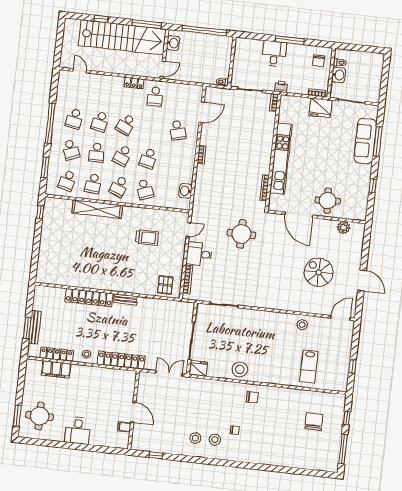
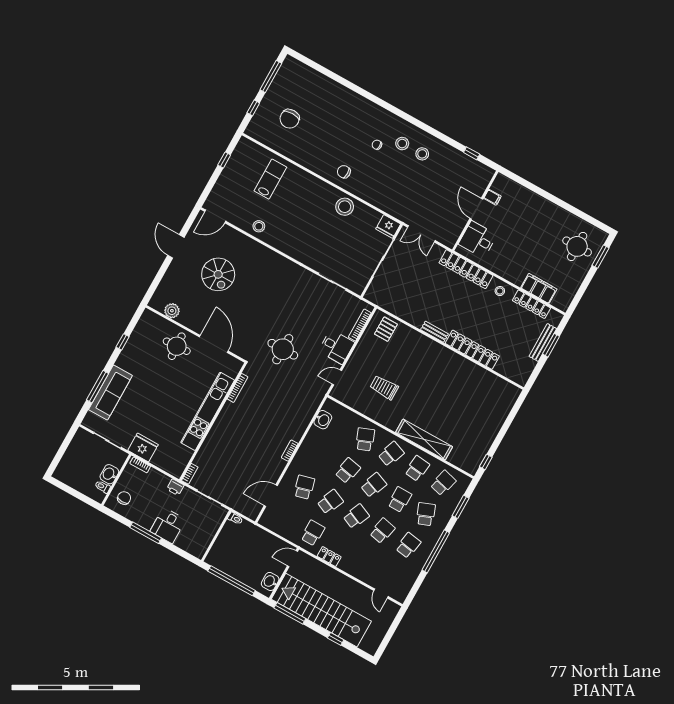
school desk: (152, 127) -> (330, 502), added
desk: (78, 431) -> (478, 239), moved, turned -90

